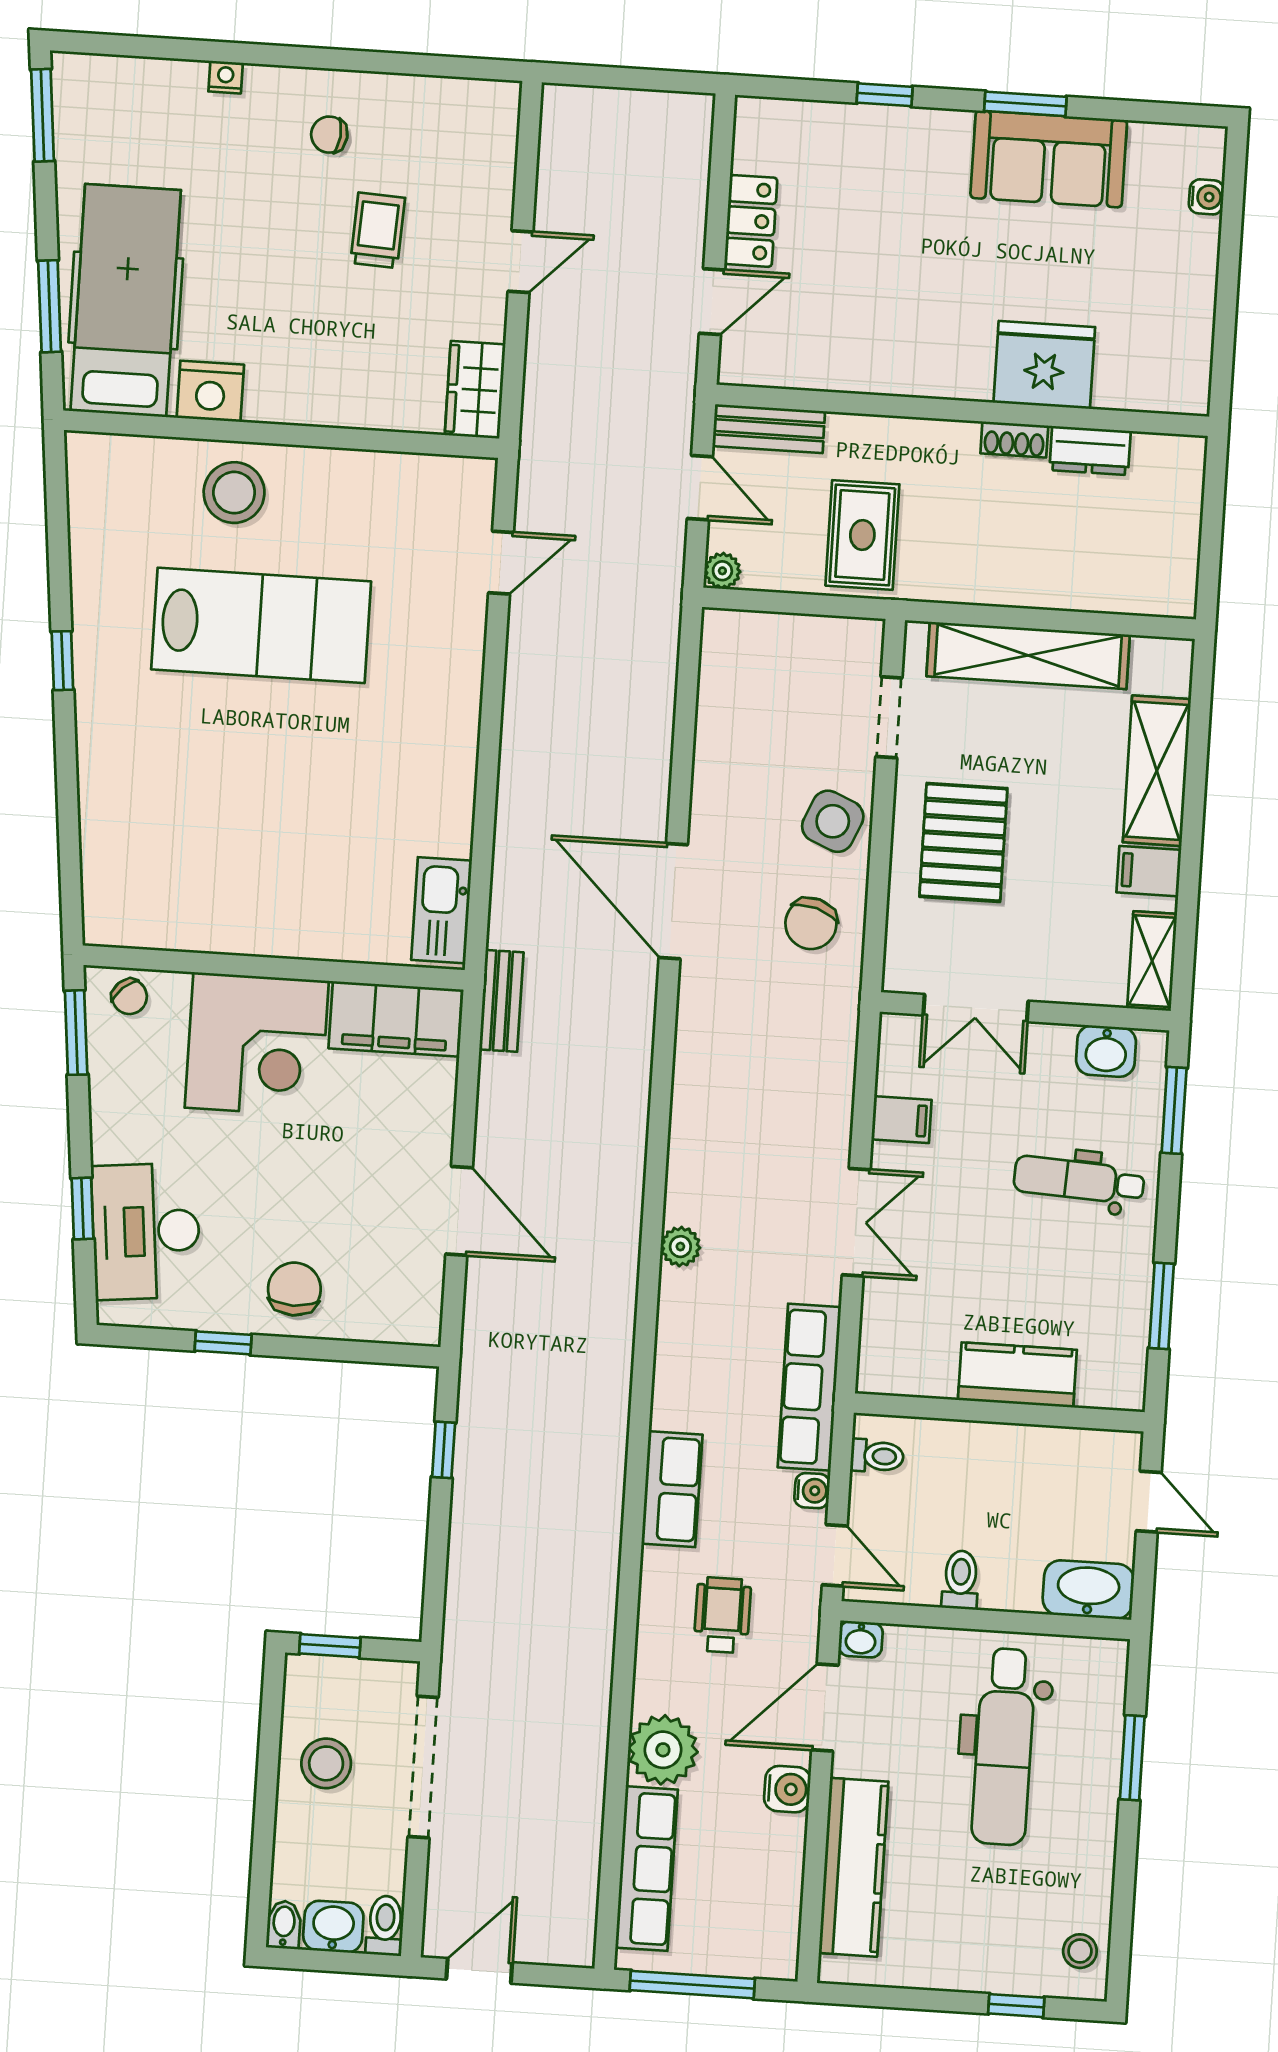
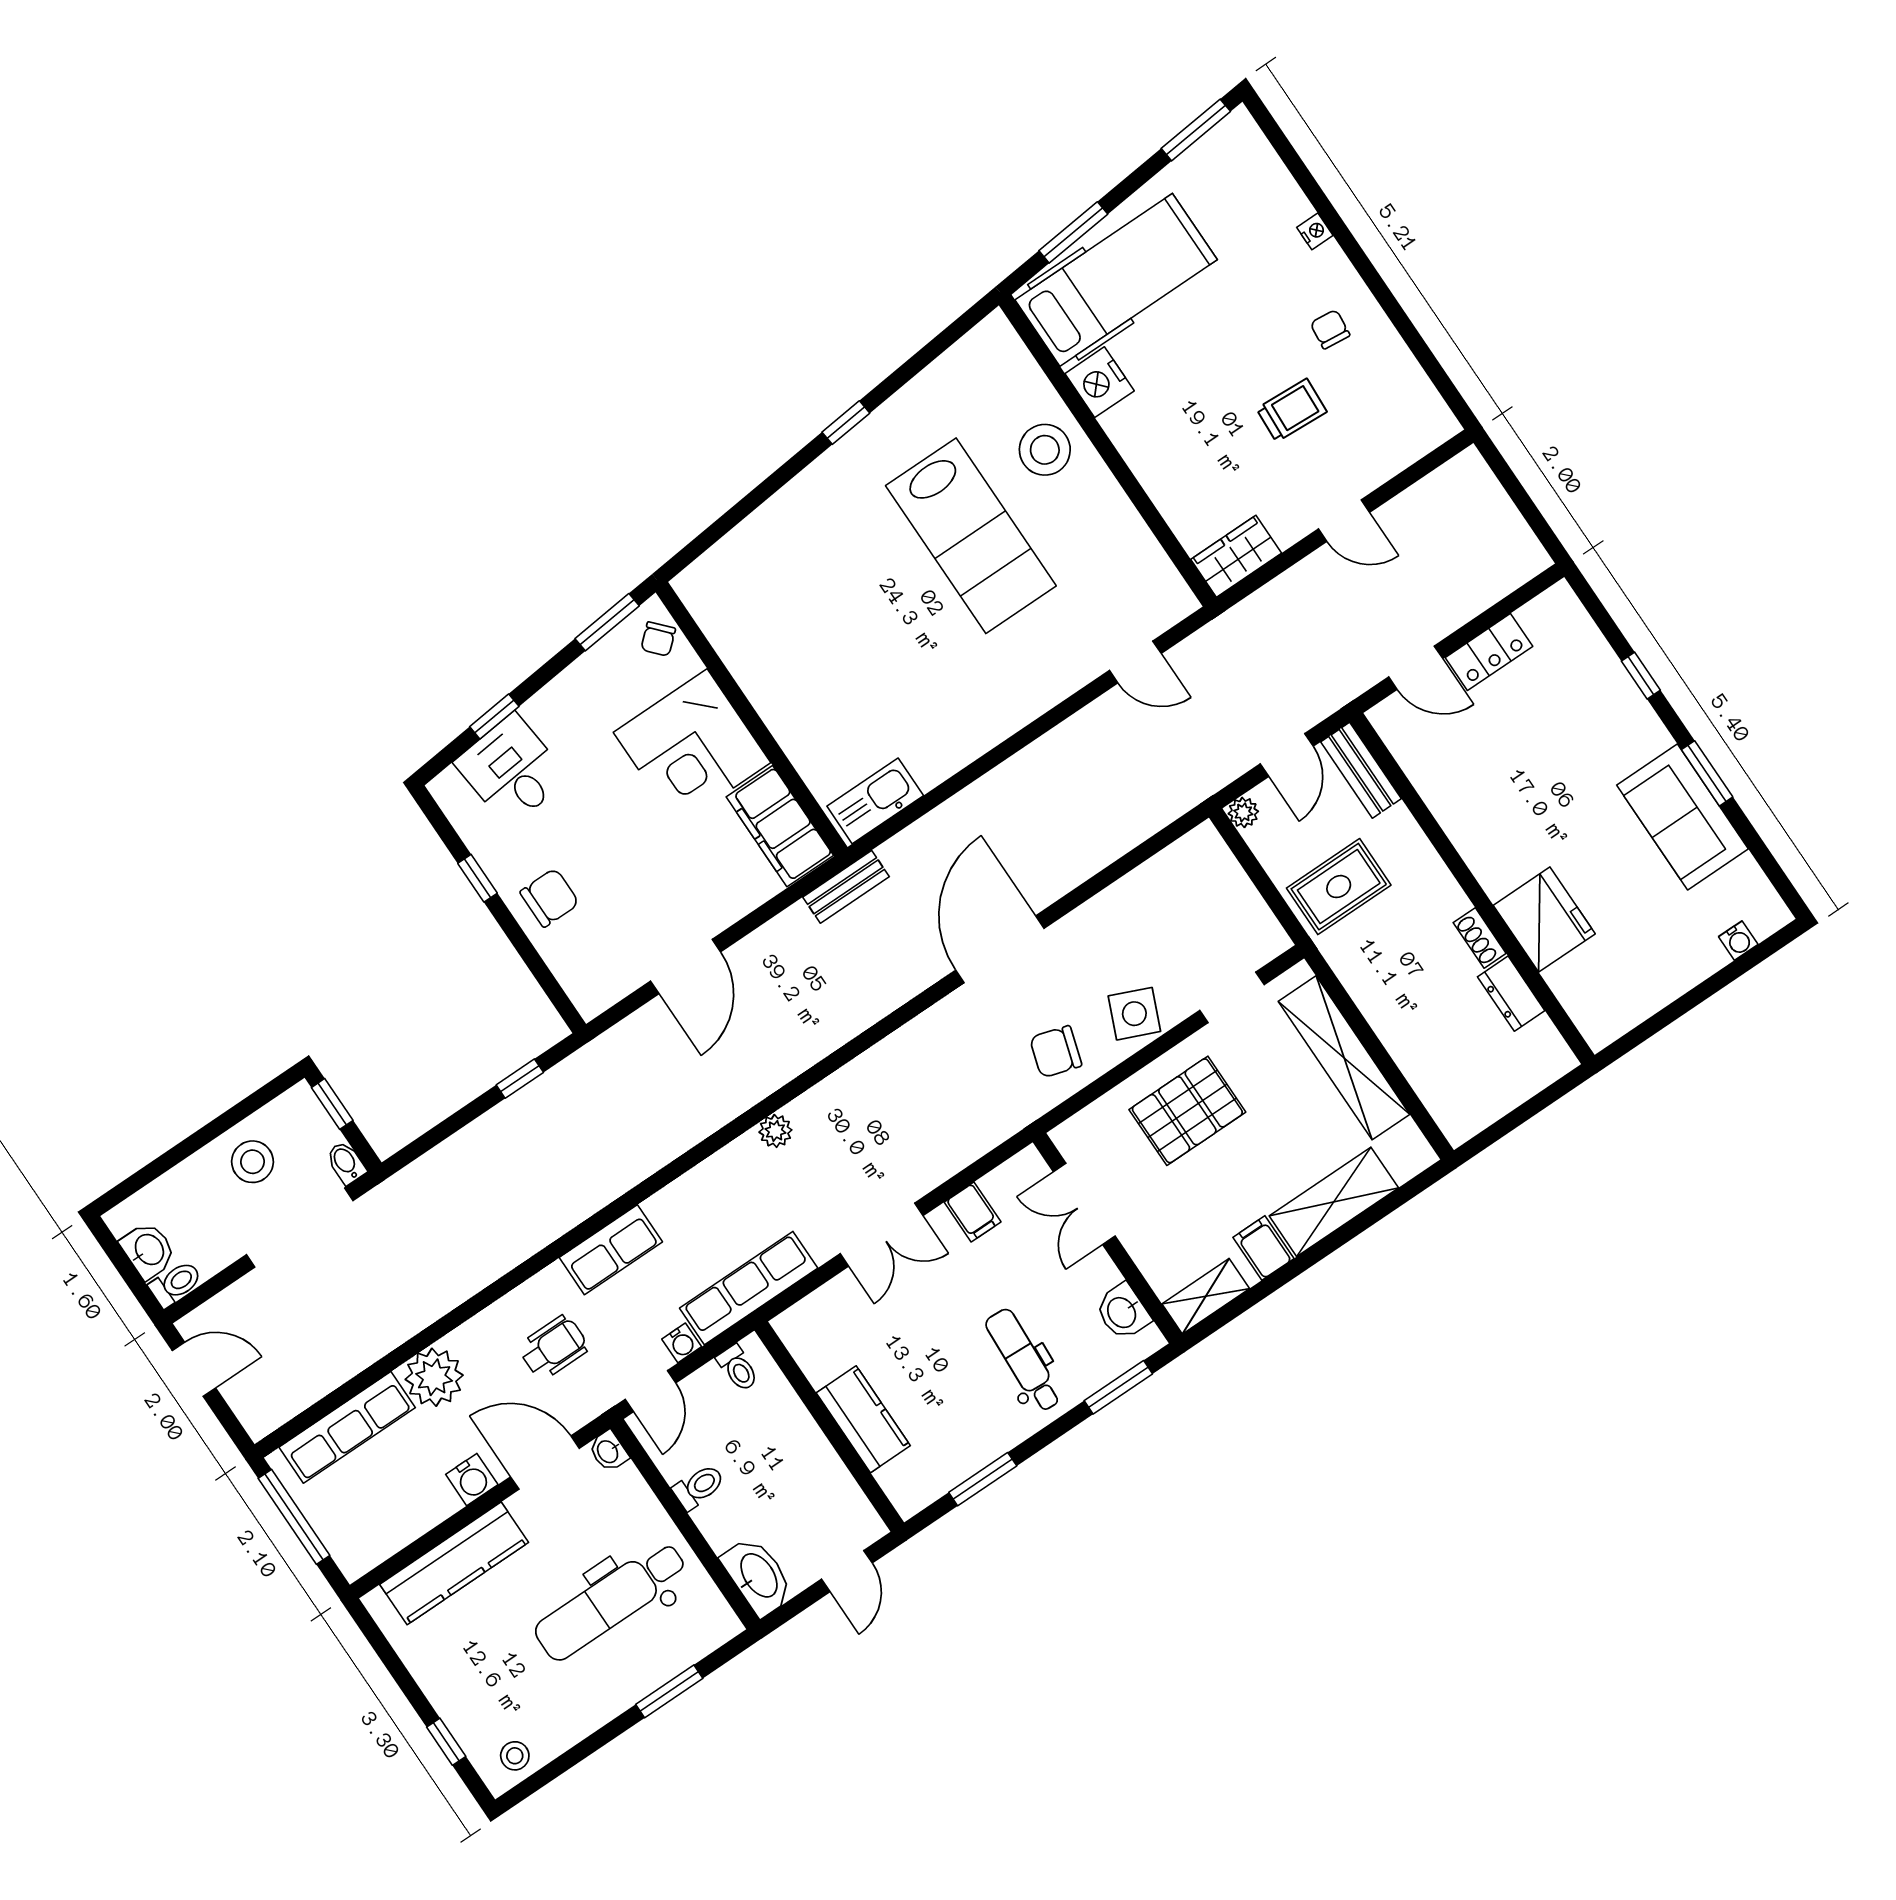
desk: (146, 1231) -> (512, 770), width x0.73
bidet: (284, 1925) -> (346, 1163), moved, turned -90

